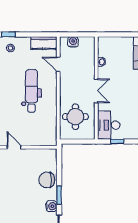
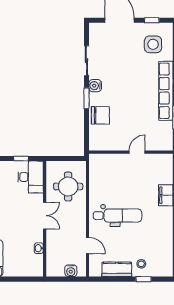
kitchen counter: (44, 43) -> (117, 269), moved
dental chair: (32, 91) -> (118, 216), turned -90
double door: (96, 91) -> (45, 216), swing flipped
door: (14, 147) -> (137, 152), swing flipped

